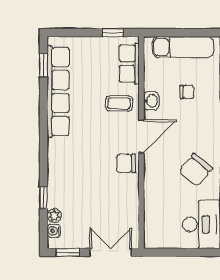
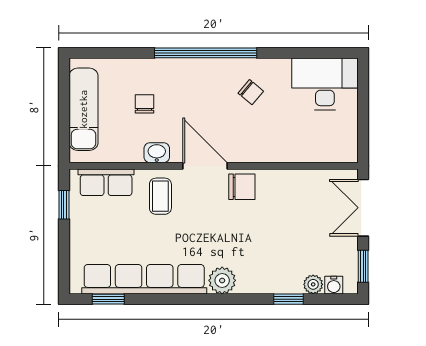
plant: (57, 149) -> (222, 280), added
chair: (126, 163) -> (242, 187), turned -90
chair: (196, 170) -> (251, 92), width x0.54, depth x0.54

